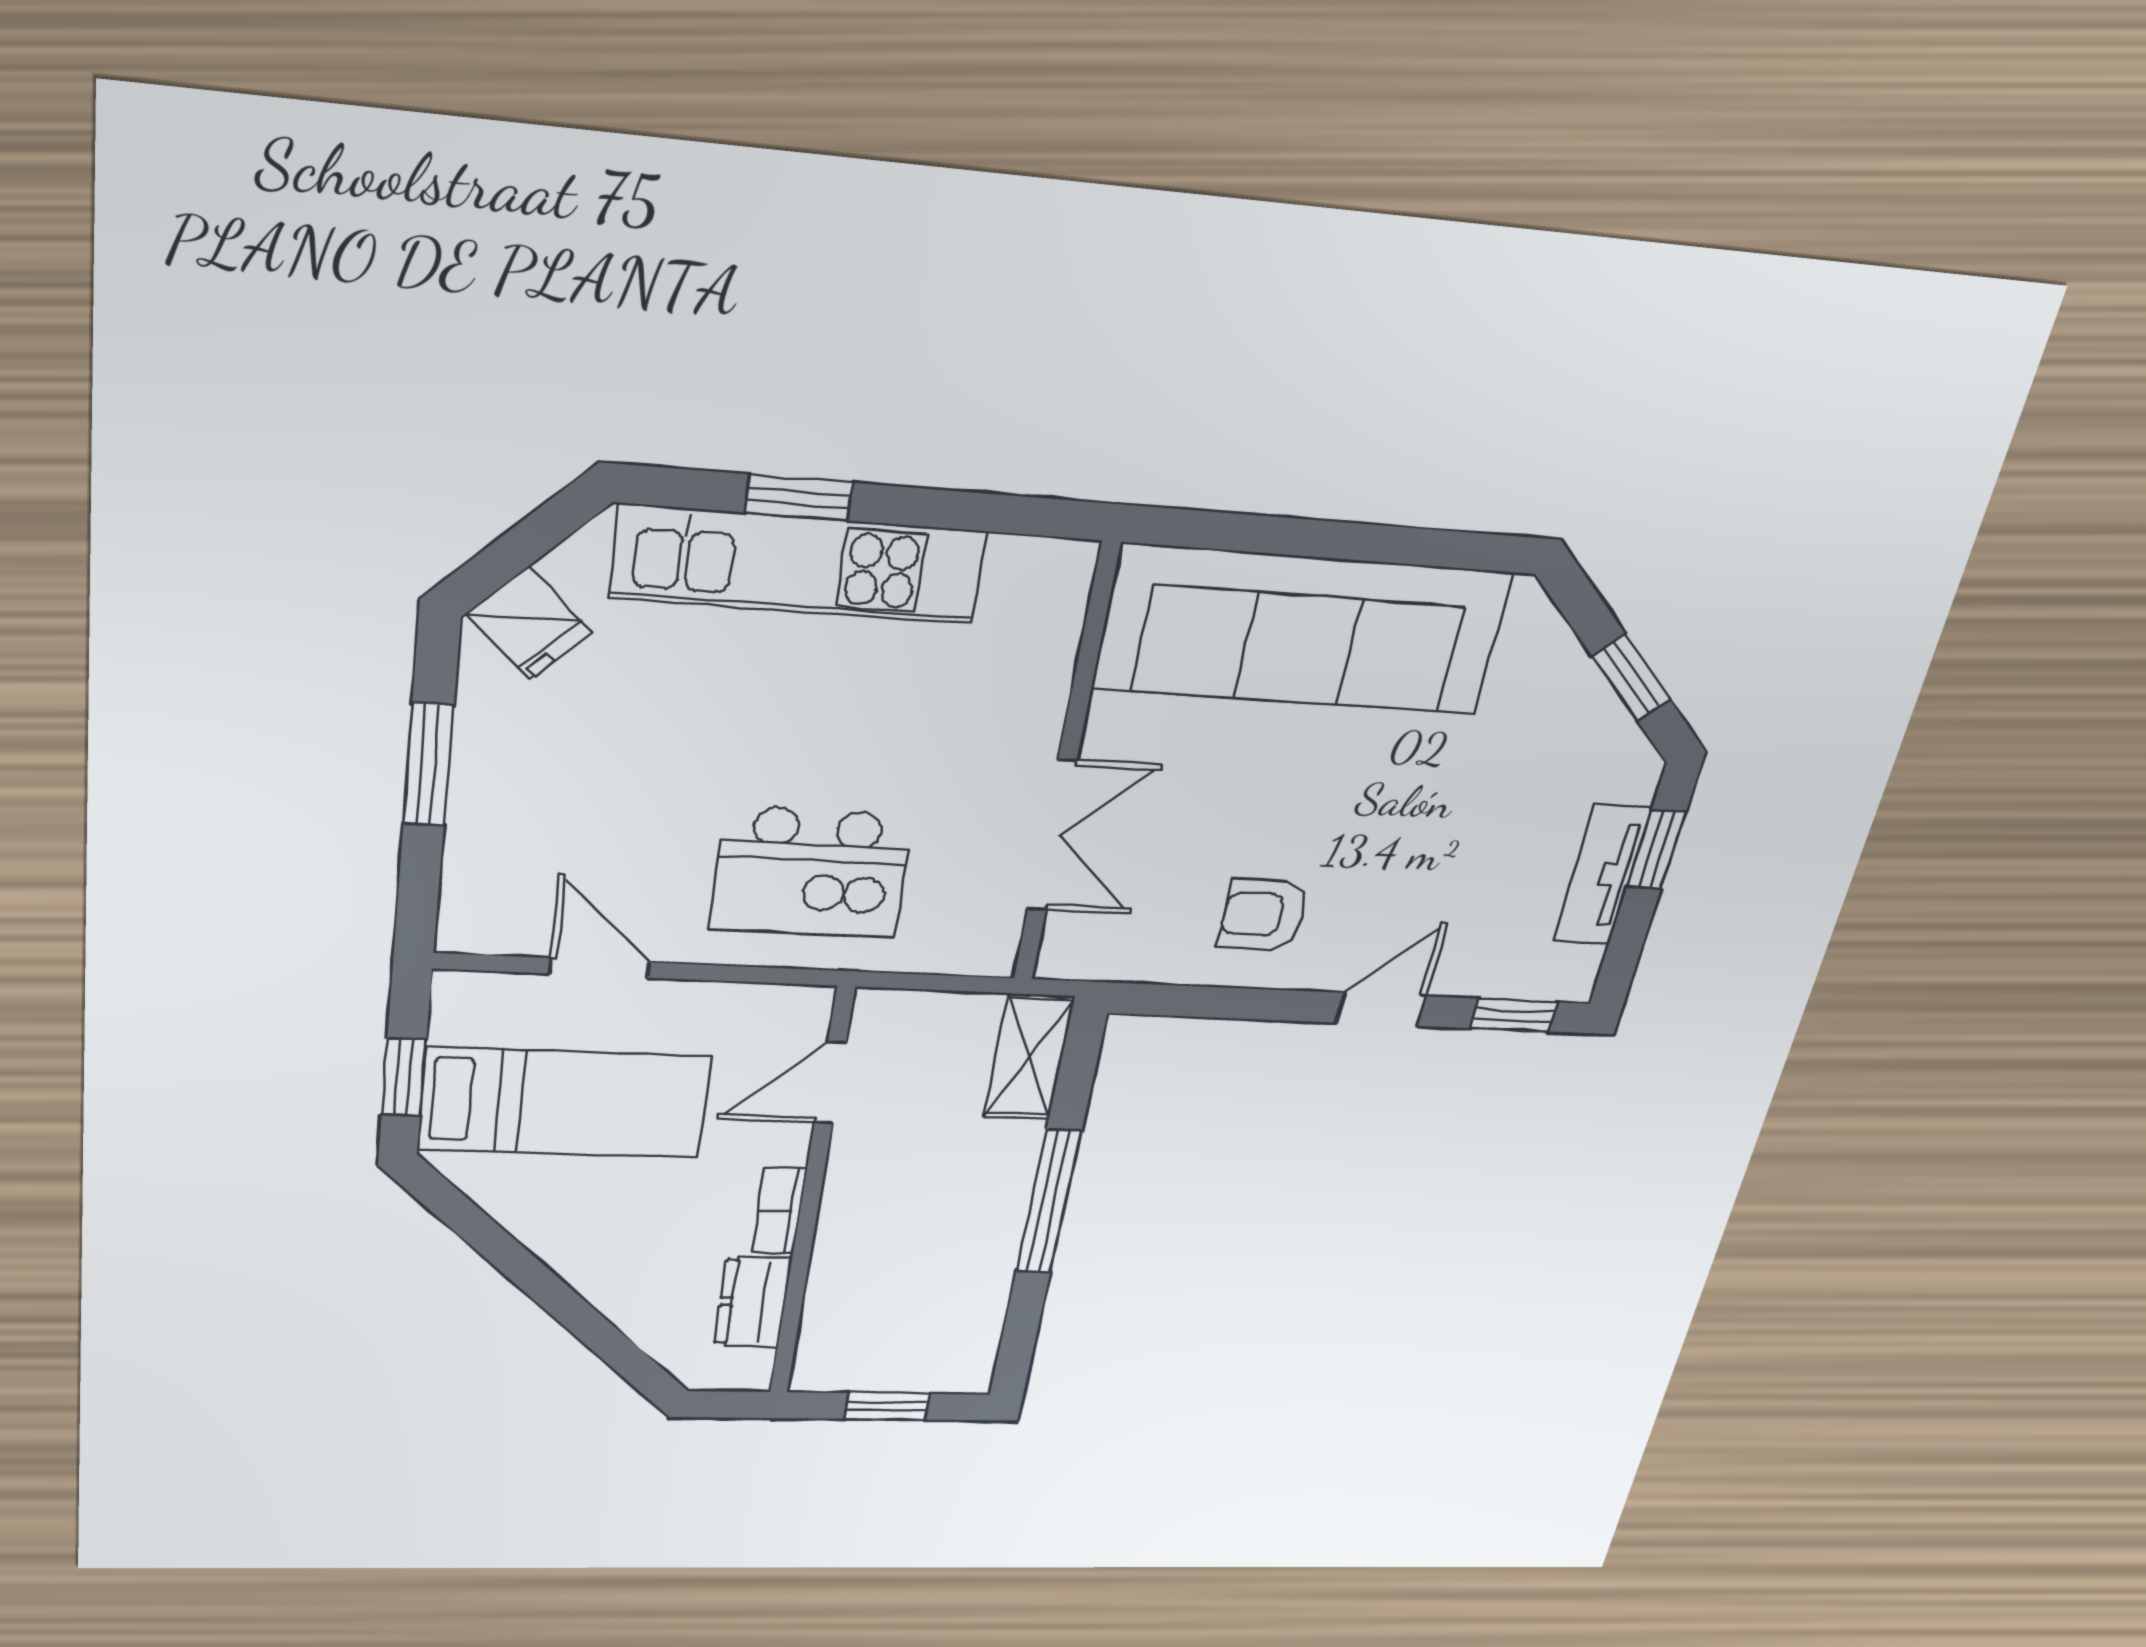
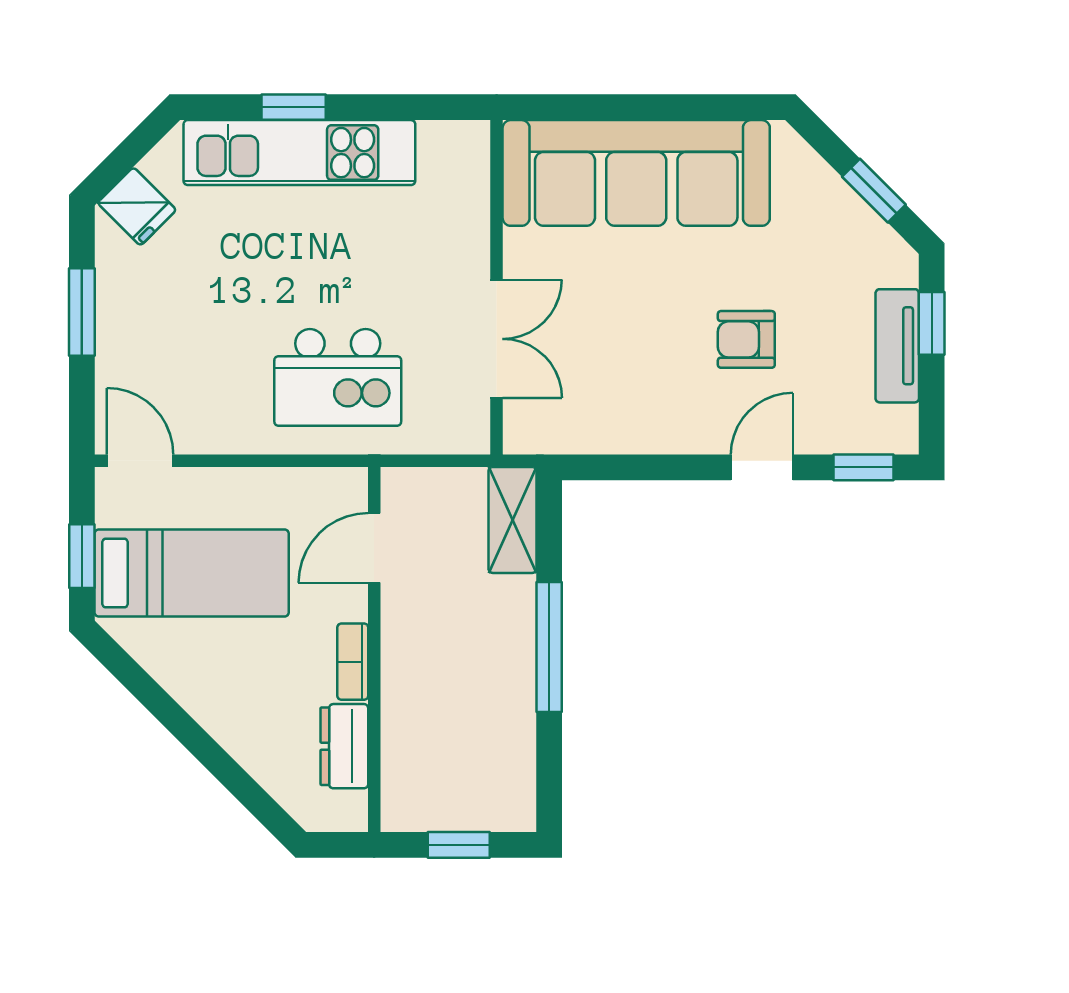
armchair: (1263, 915) -> (746, 339), moved
door: (599, 968) -> (140, 461), moved

